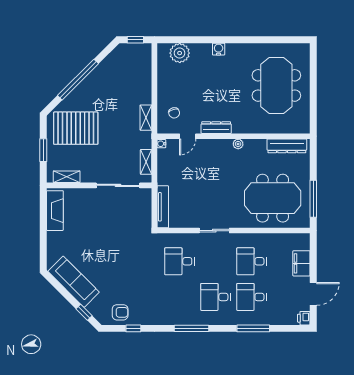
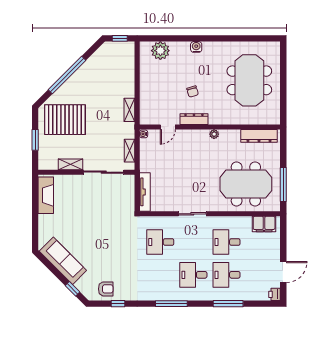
chair: (174, 113) -> (193, 92), moved
shelving: (67, 177) -> (70, 164), moved
filing cabinet: (301, 263) -> (264, 224), moved, turned -90

